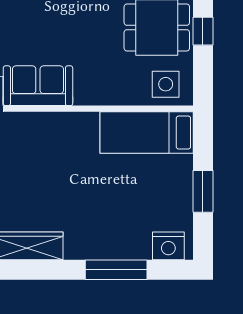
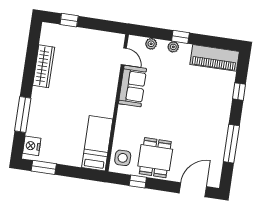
window: (203, 31) -> (138, 182), moved
window: (203, 191) -> (44, 167), moved

